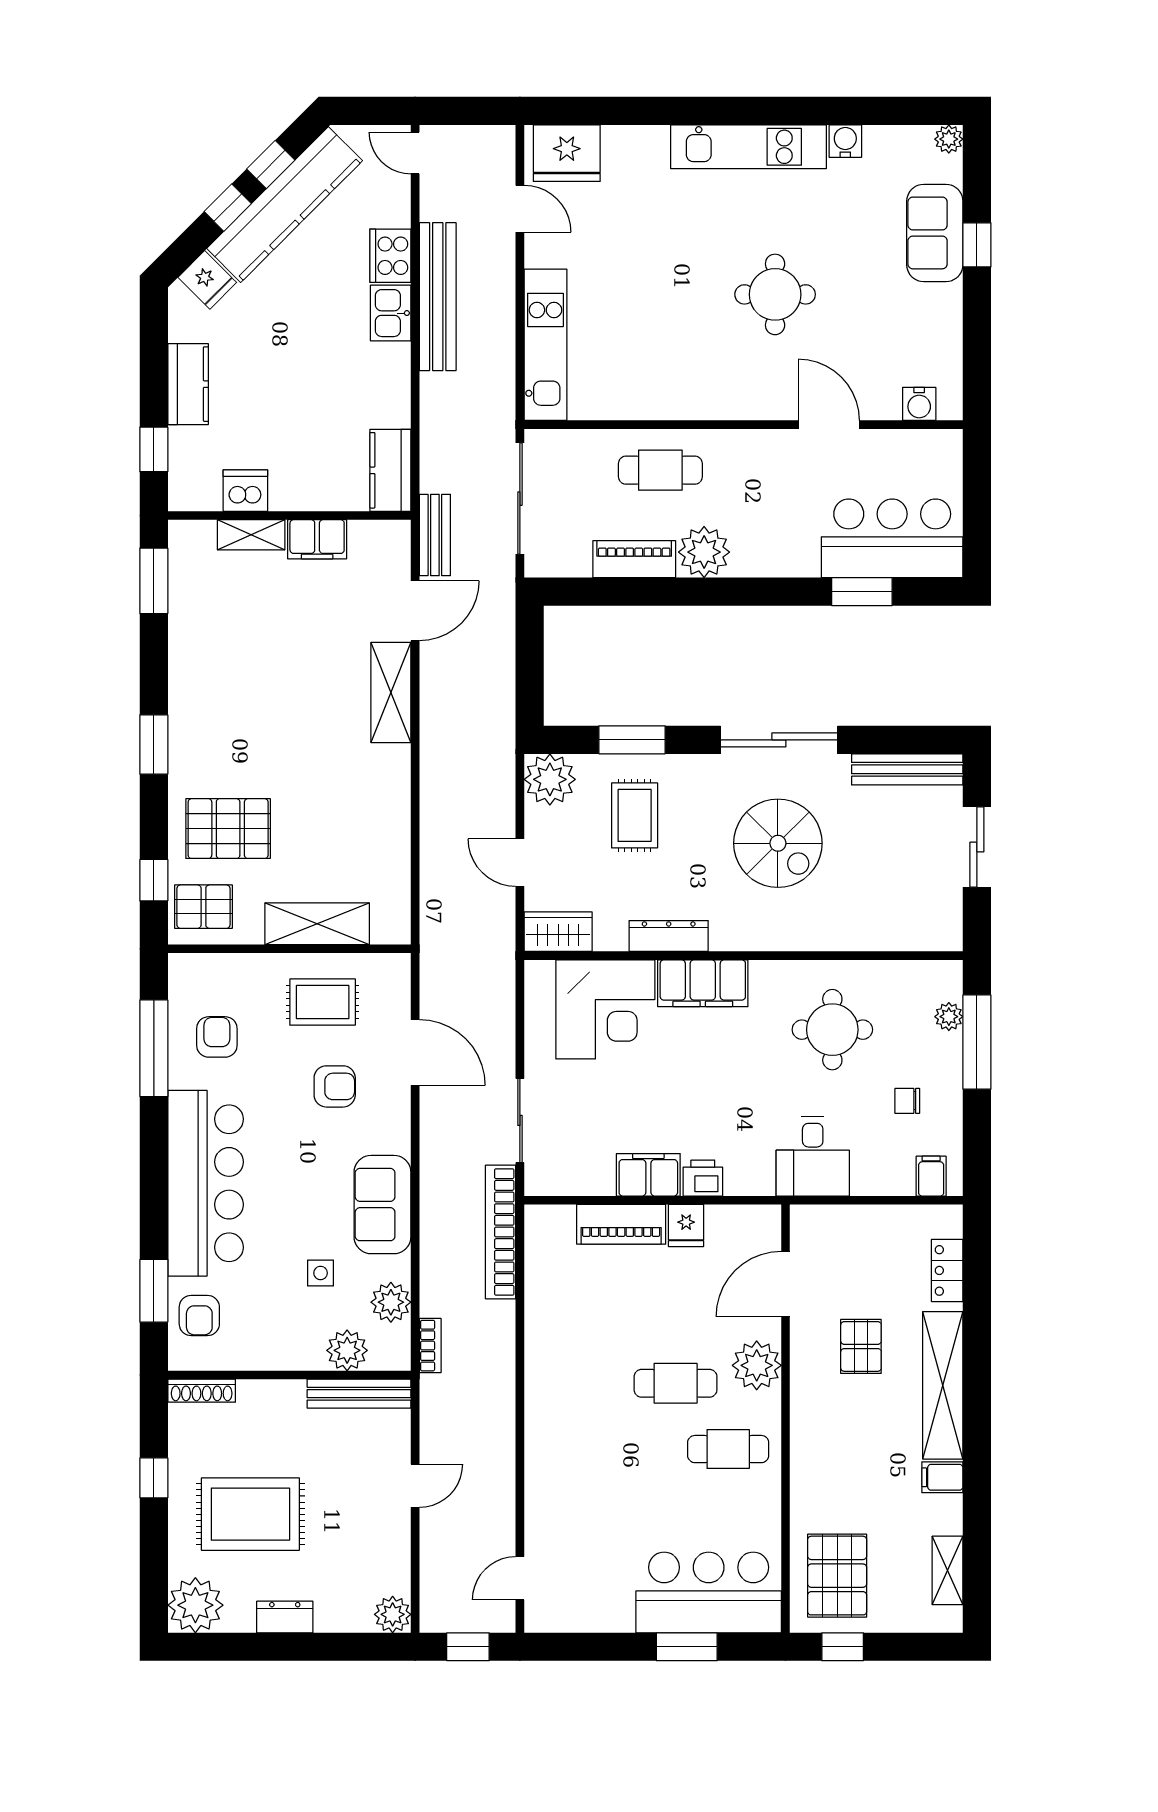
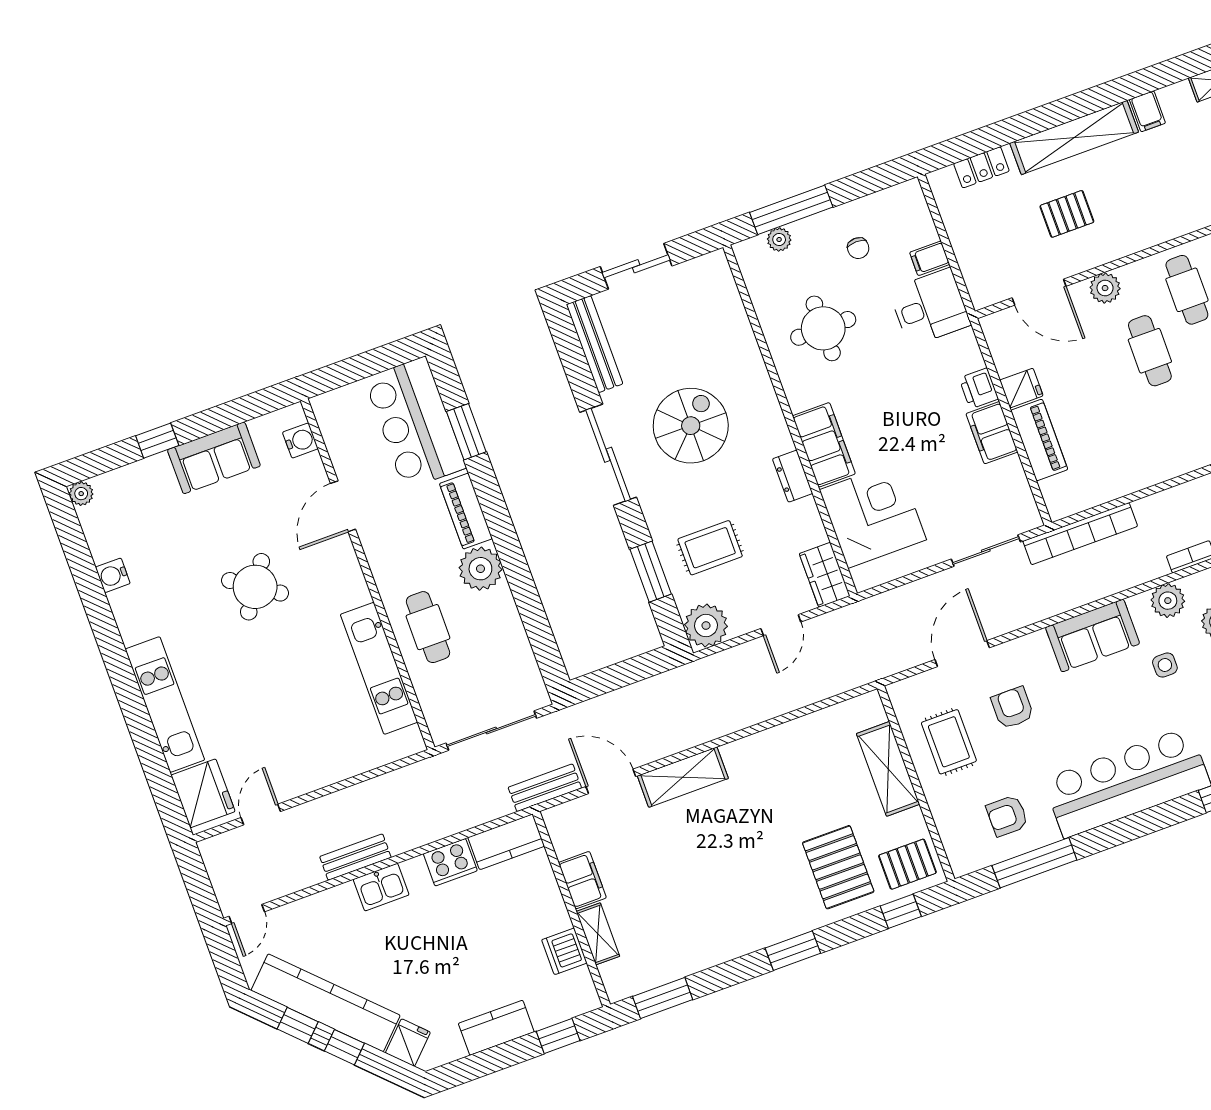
kitchen unit: (749, 147) -> (165, 705), moved
sofa: (935, 233) -> (214, 458), moved
cooker: (390, 256) -> (450, 862), moved
round table: (775, 294) -> (255, 587), turned 34
bench: (438, 297) -> (355, 857), width x0.54, depth x0.82
kitchen unit: (545, 345) -> (379, 668), moved, turned -90
piano: (634, 559) -> (466, 511), moved
pallet: (203, 907) -> (907, 864), turned 90
dresser: (669, 936) -> (793, 476), width x0.70
filing cabinet: (931, 1176) -> (930, 258), moved
plant: (757, 1365) -> (1105, 288), width x0.73, depth x0.73

